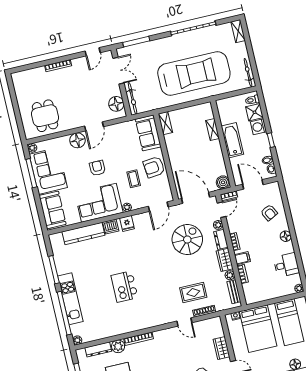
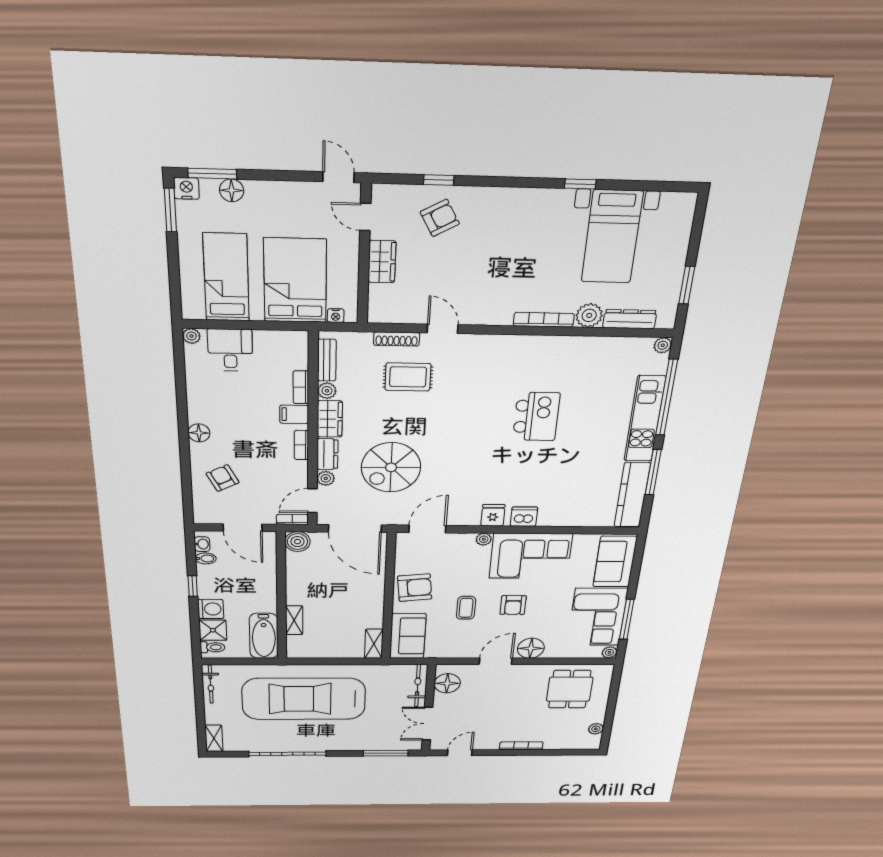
plant: (19, 89) -> (596, 729), added
bathtub: (232, 140) -> (264, 636), moved
coffee table: (134, 179) -> (466, 608), moved
kitchen counter: (83, 233) -> (632, 495), moved, turned -90
desk: (286, 265) -> (230, 350), moved, turned 90

